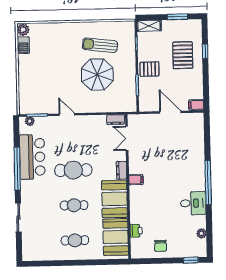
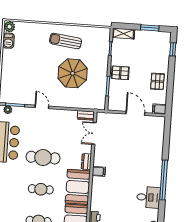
sun lounger: (100, 45) -> (66, 41), moved
window: (205, 51) -> (173, 49), moved
pallet: (183, 55) -> (157, 81), moved, width x0.67, depth x0.71

